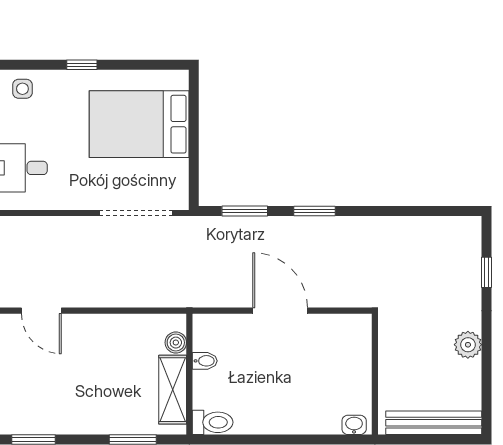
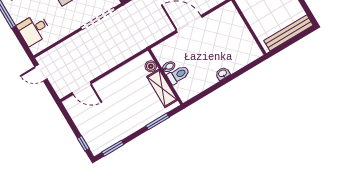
toilet: (213, 422) -> (178, 75), moved
washbasin: (354, 425) -> (223, 74), moved

